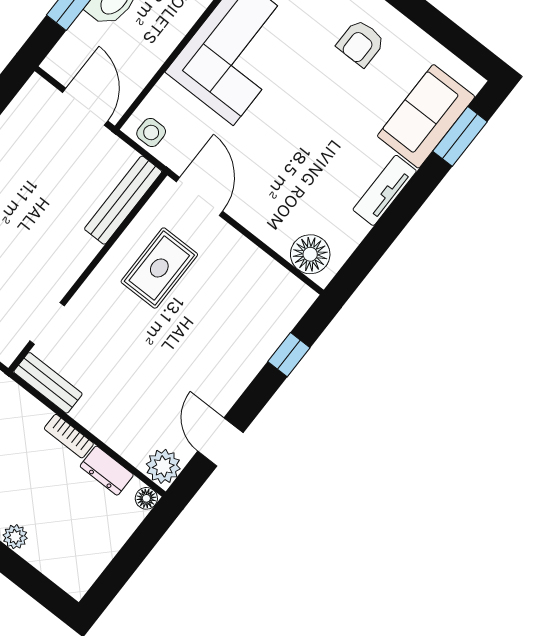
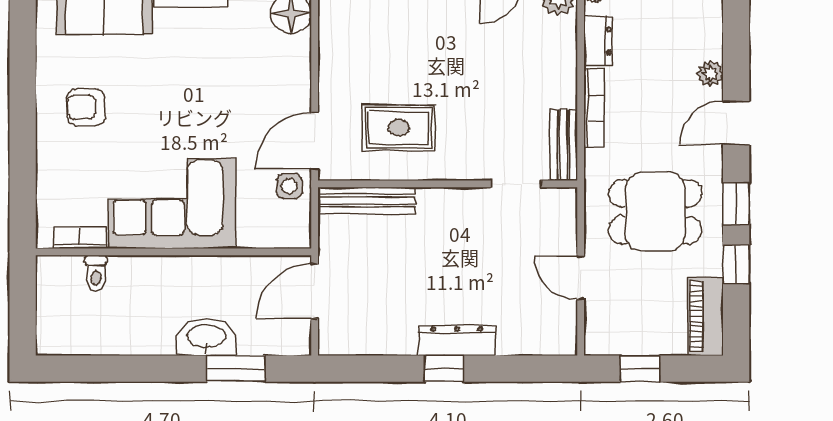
armchair: (361, 43) -> (86, 107), turned 180
side table: (151, 132) -> (289, 186), moved
bookcase: (69, 436) -> (594, 108), width x1.56

